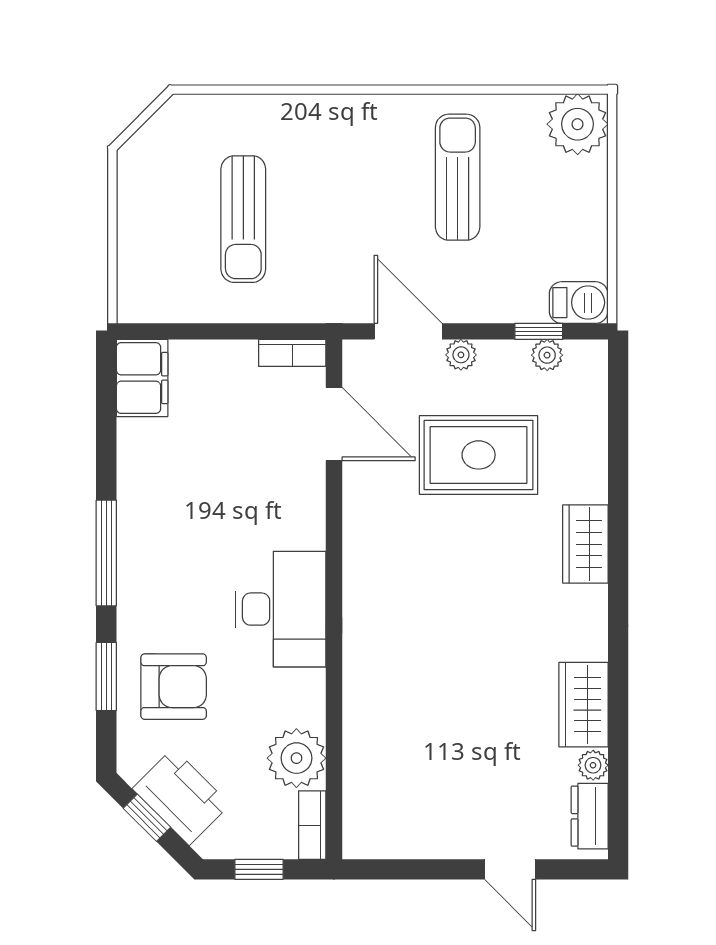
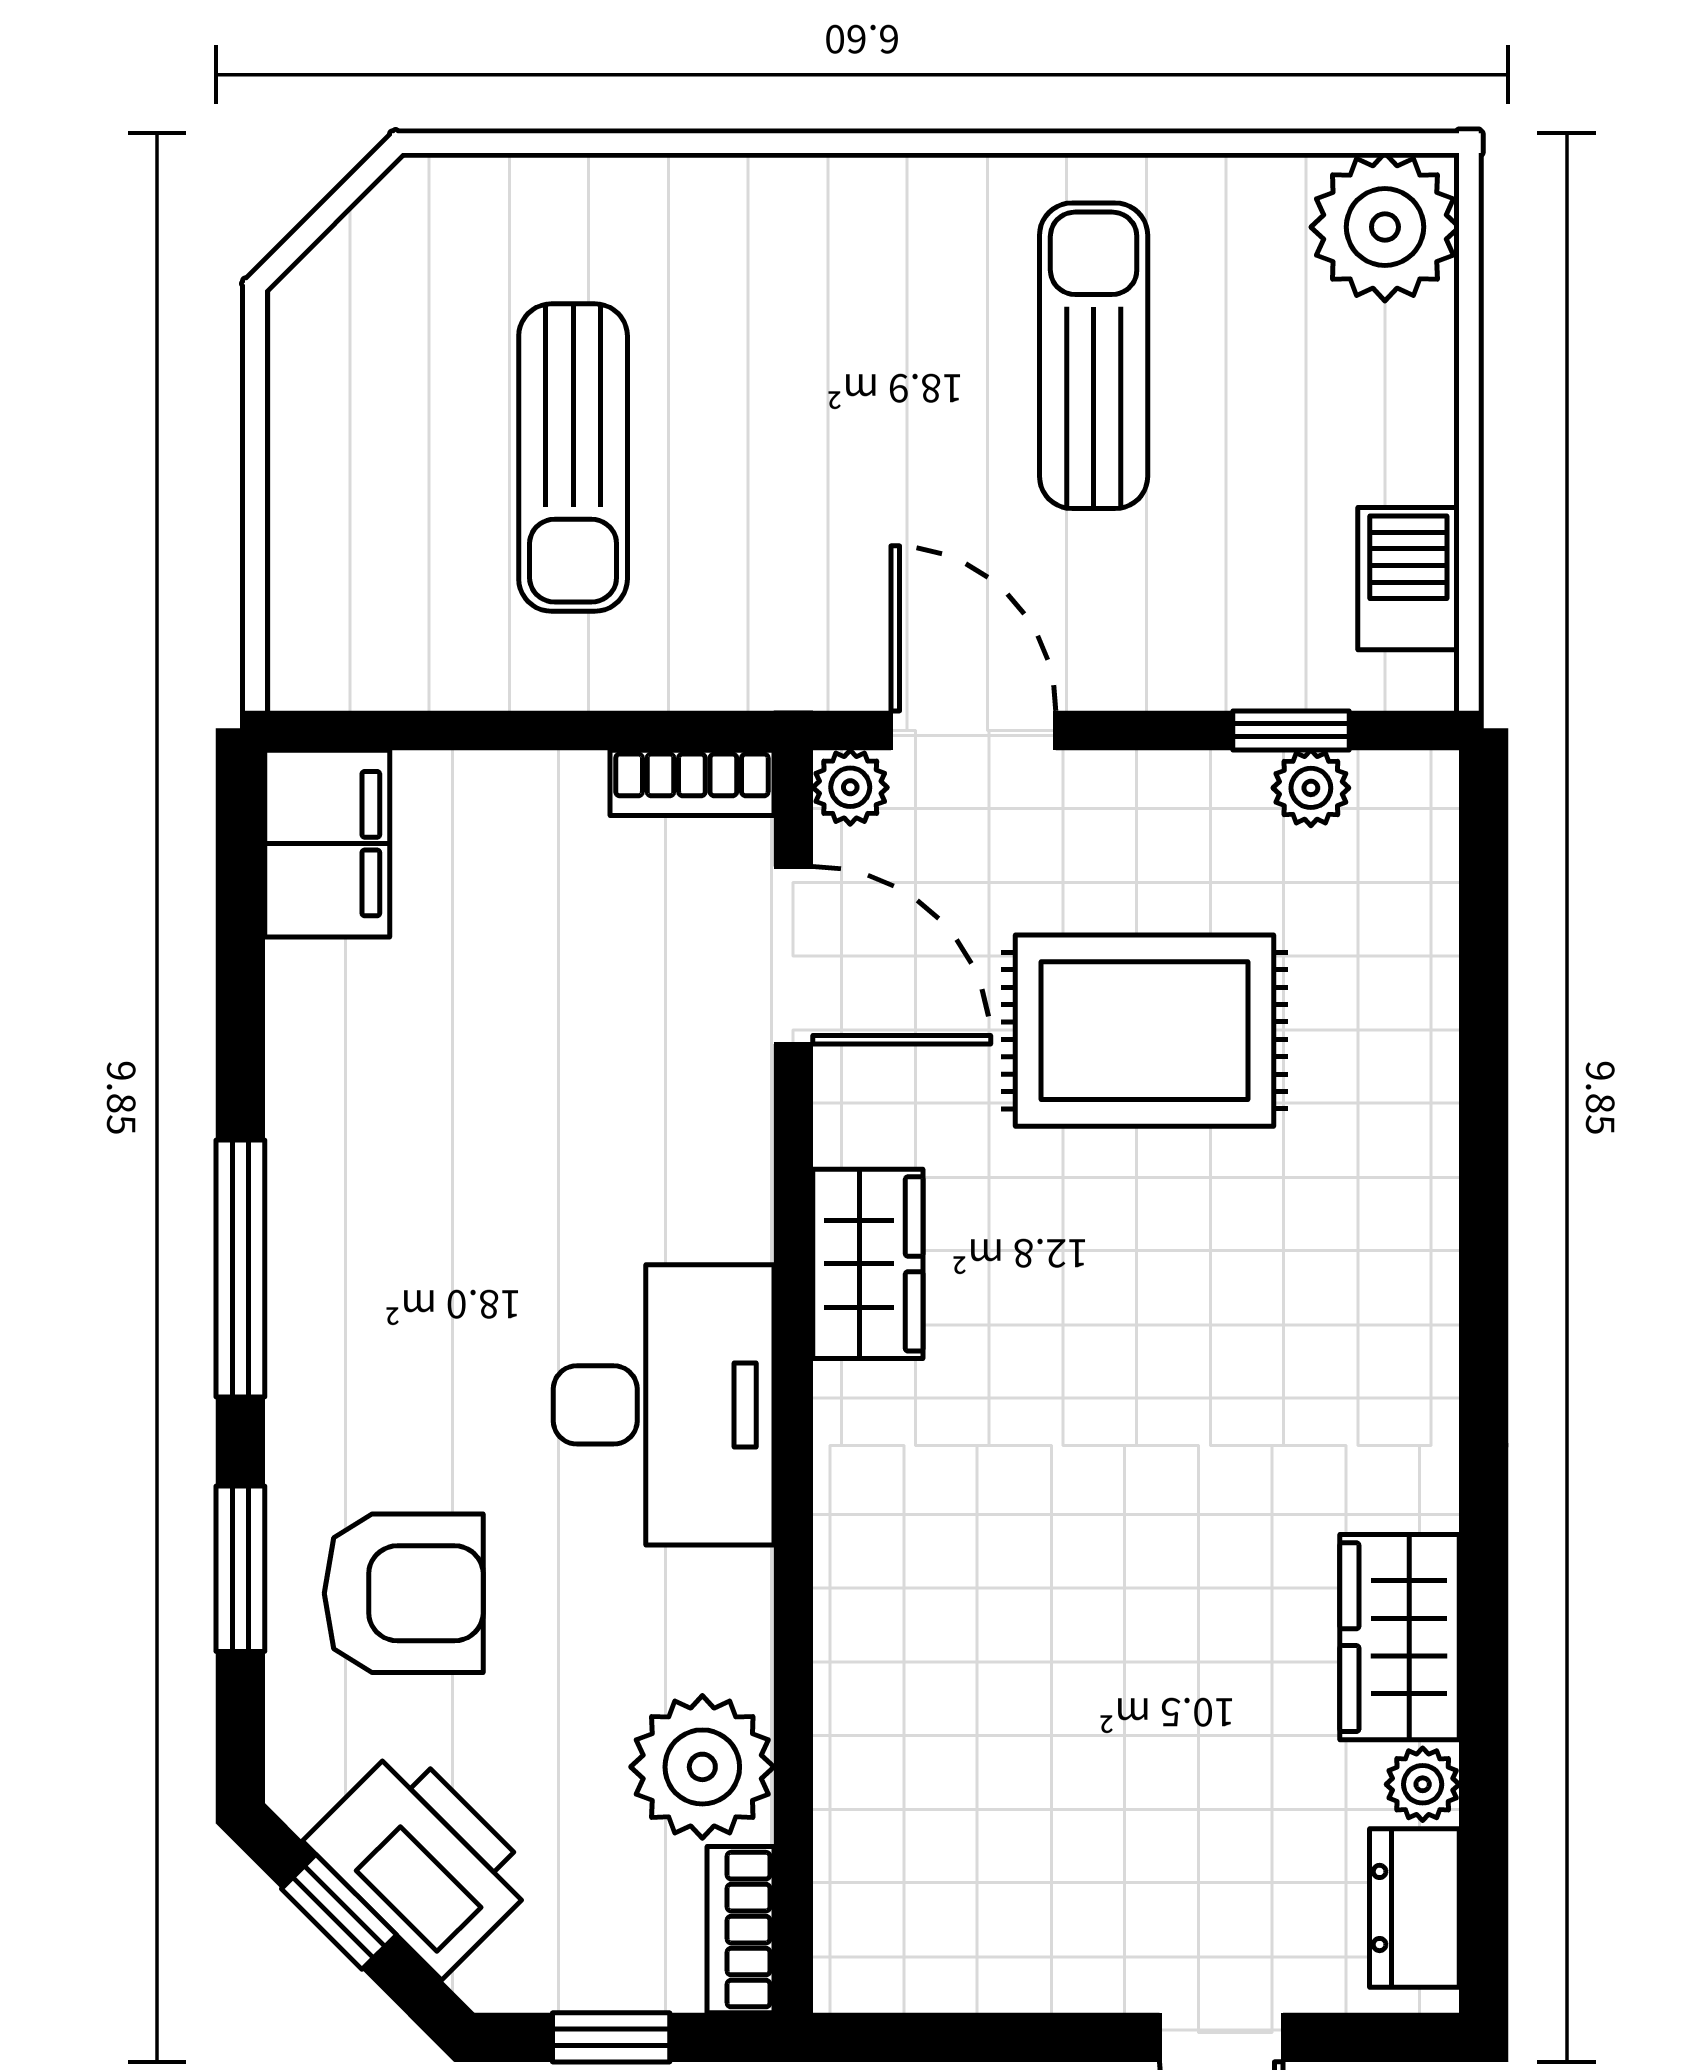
barbecue: (579, 303) -> (1408, 579), moved, turned -90
plant: (461, 355) -> (850, 787), moved
wardrobe: (585, 544) -> (868, 1264), moved, turned 180

